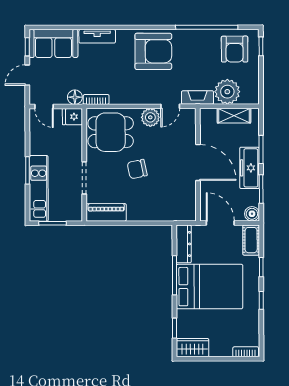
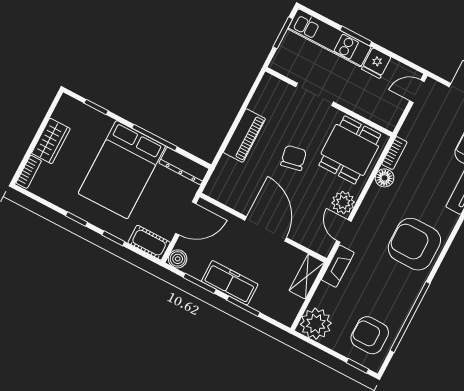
armchair: (153, 51) -> (414, 244), turned 90
plant: (227, 92) -> (316, 324), moved
floor lamp: (75, 97) -> (385, 178), moved
shelving: (234, 116) -> (307, 277), moved
fridge: (72, 117) -> (376, 63), moved, turned 180
door: (198, 163) -> (266, 229), swing flipped
piano: (106, 212) -> (244, 136), moved
wardrobe: (193, 348) -> (51, 141), moved

